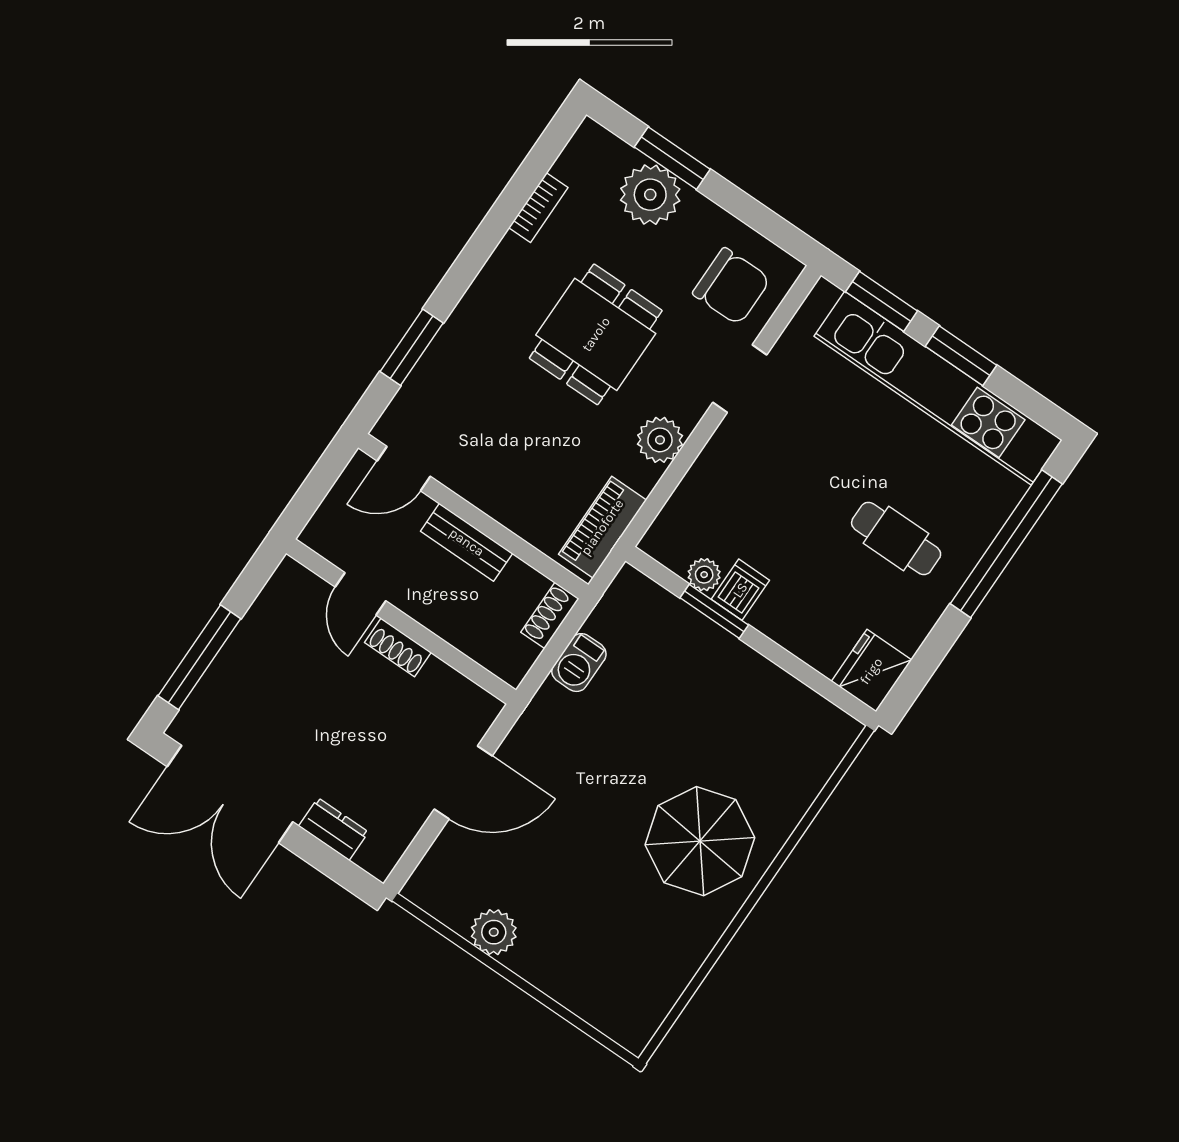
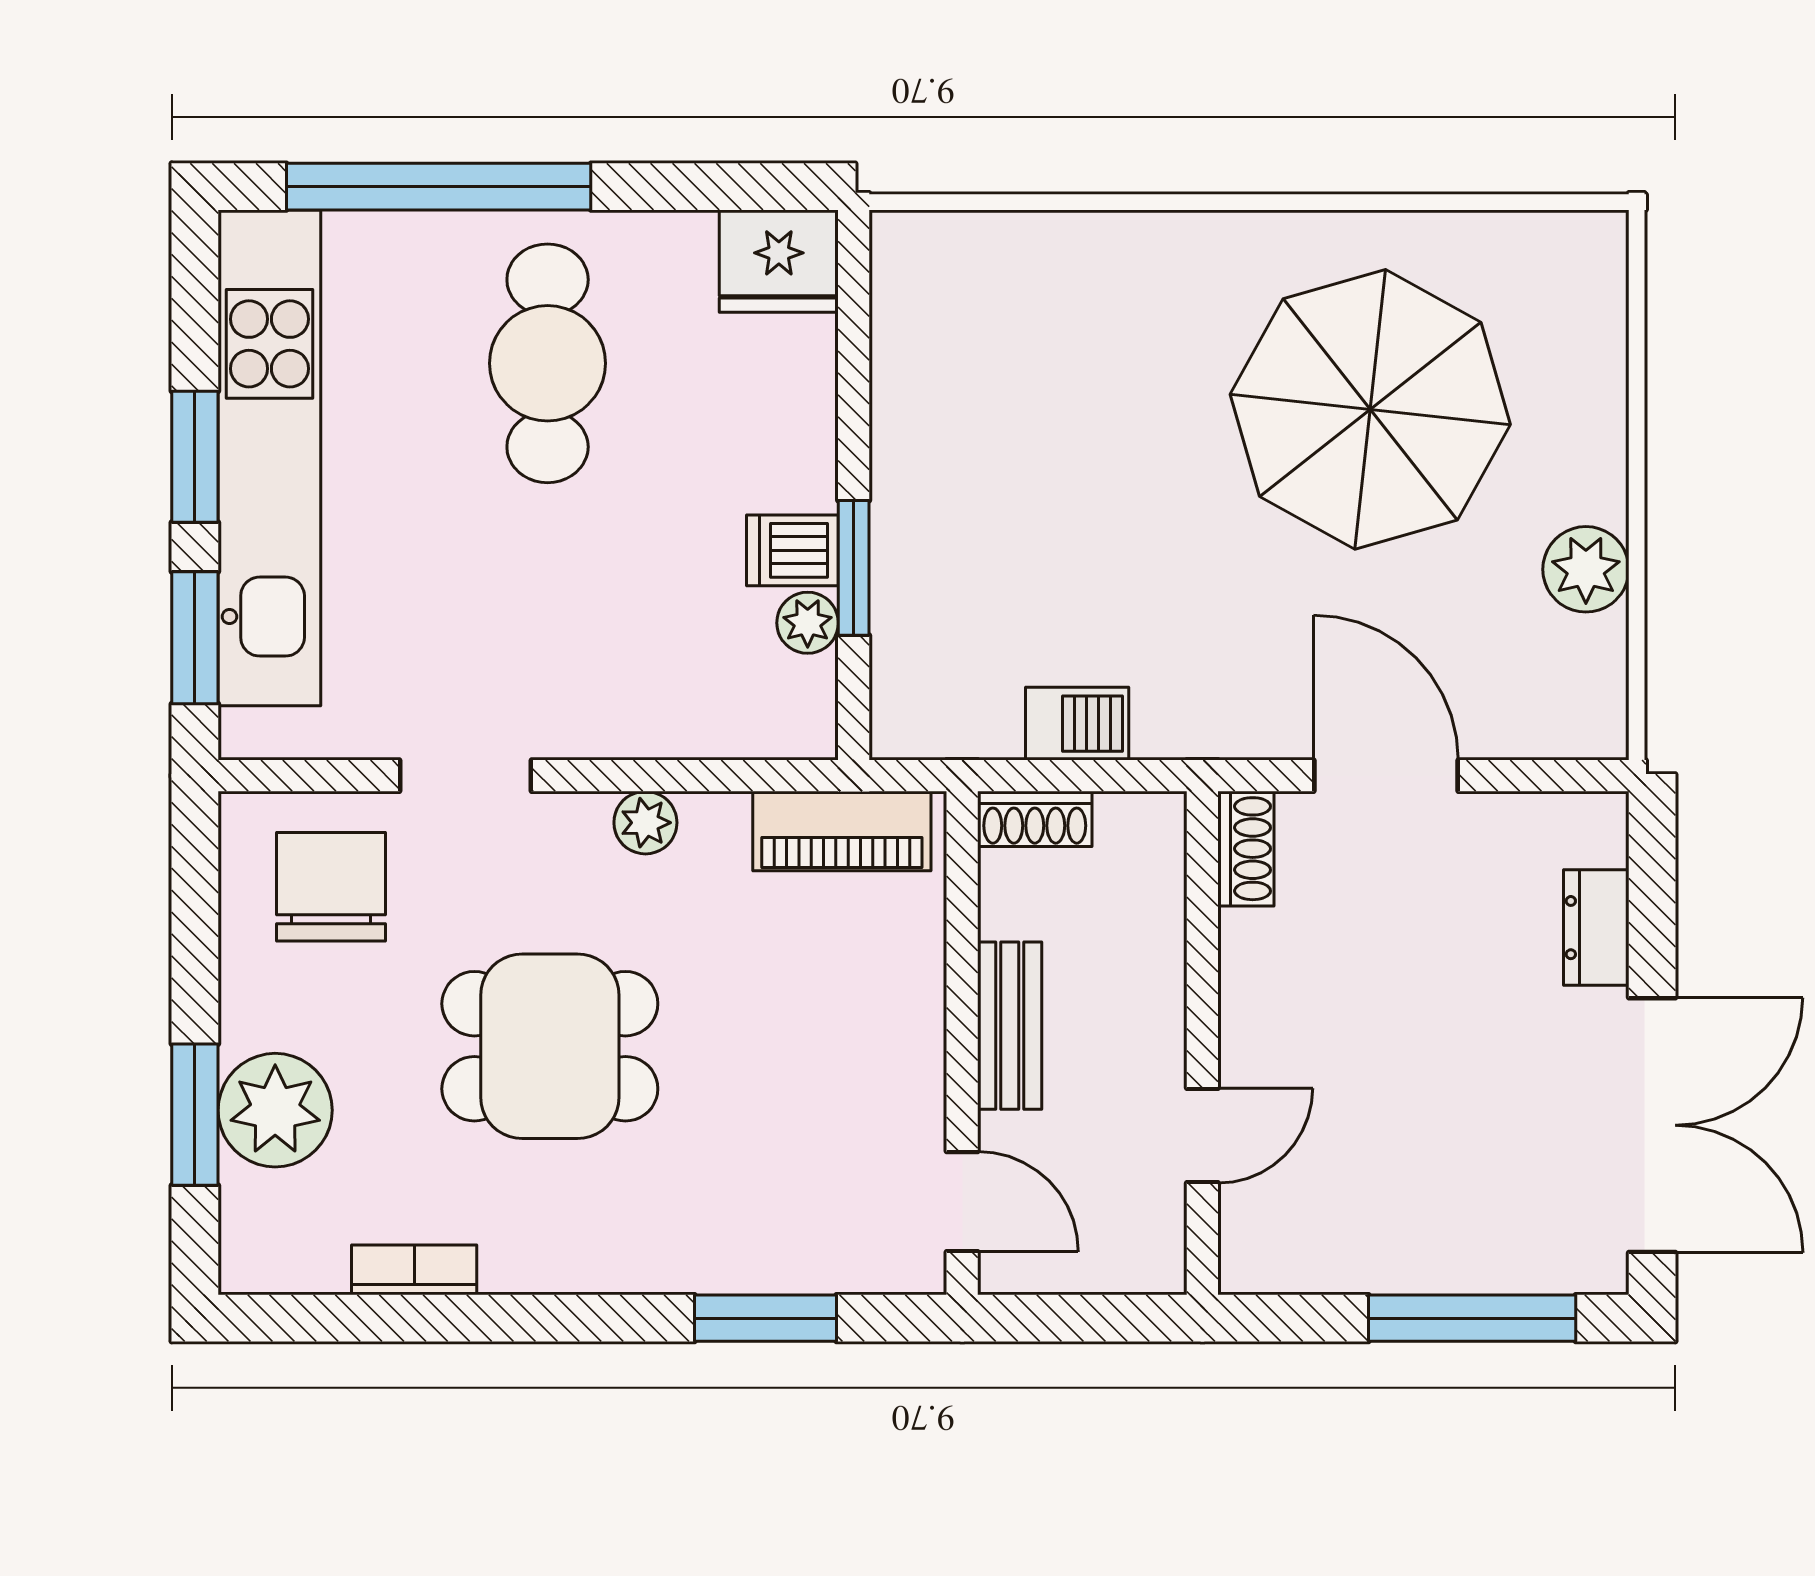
plant: (660, 440) -> (645, 823), width x0.73, depth x0.73
cafe table: (896, 538) -> (548, 363), width x1.37, depth x1.35
shoe rack: (398, 647) -> (1246, 849), moved
parasol: (700, 841) -> (1370, 409), moved, width x1.36, depth x1.36

